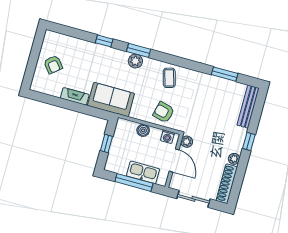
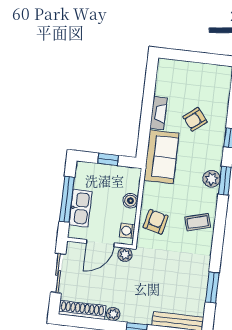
armchair: (53, 65) -> (195, 119), moved

